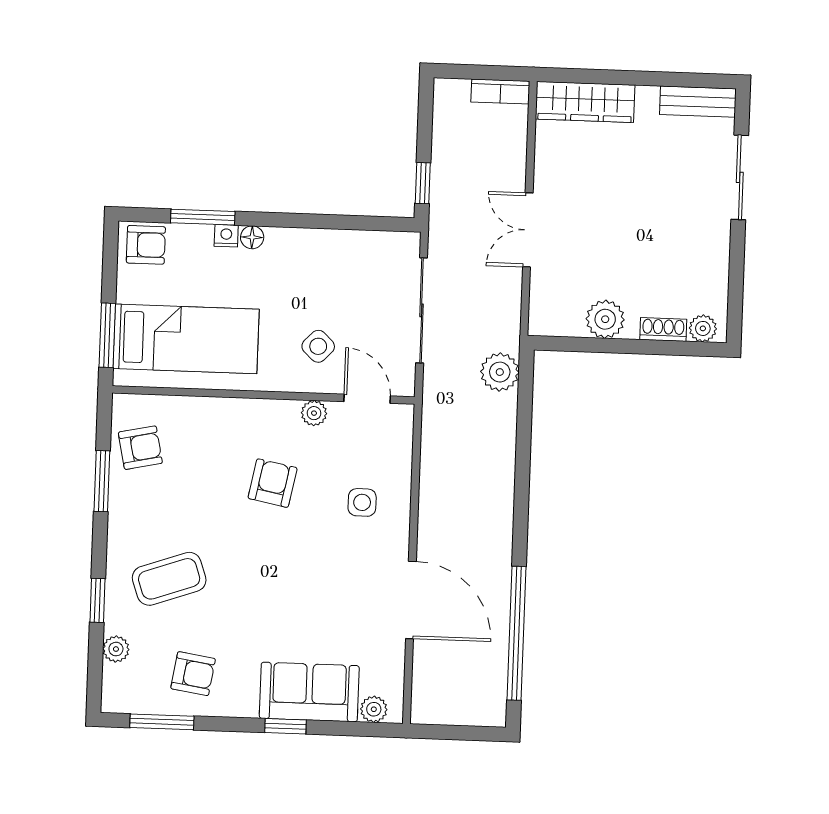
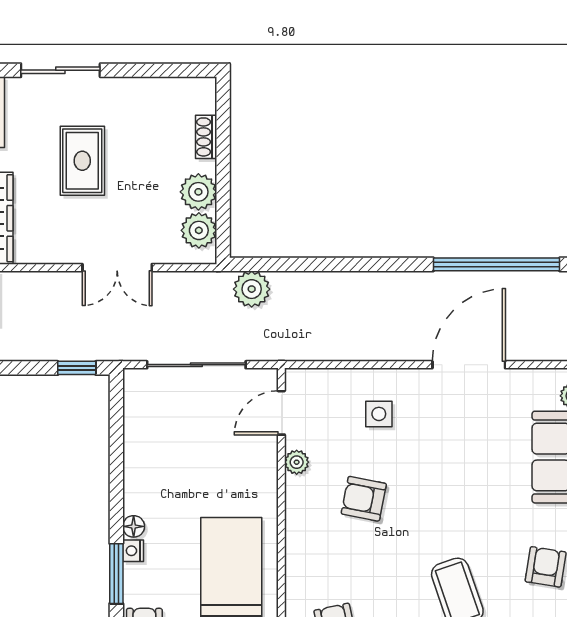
rug: (643, 197) -> (82, 161), added
plant: (703, 328) -> (199, 230), moved, width x1.38, depth x1.38
side table: (318, 346) -> (234, 461), removed

